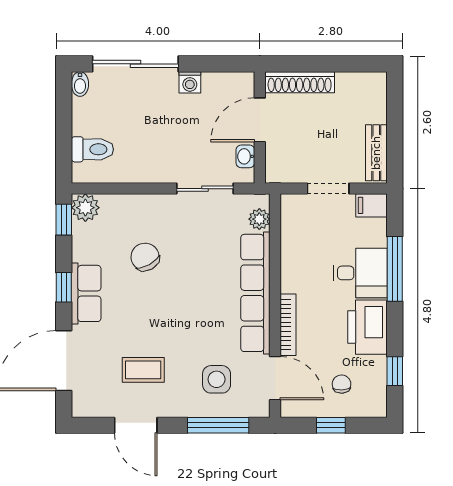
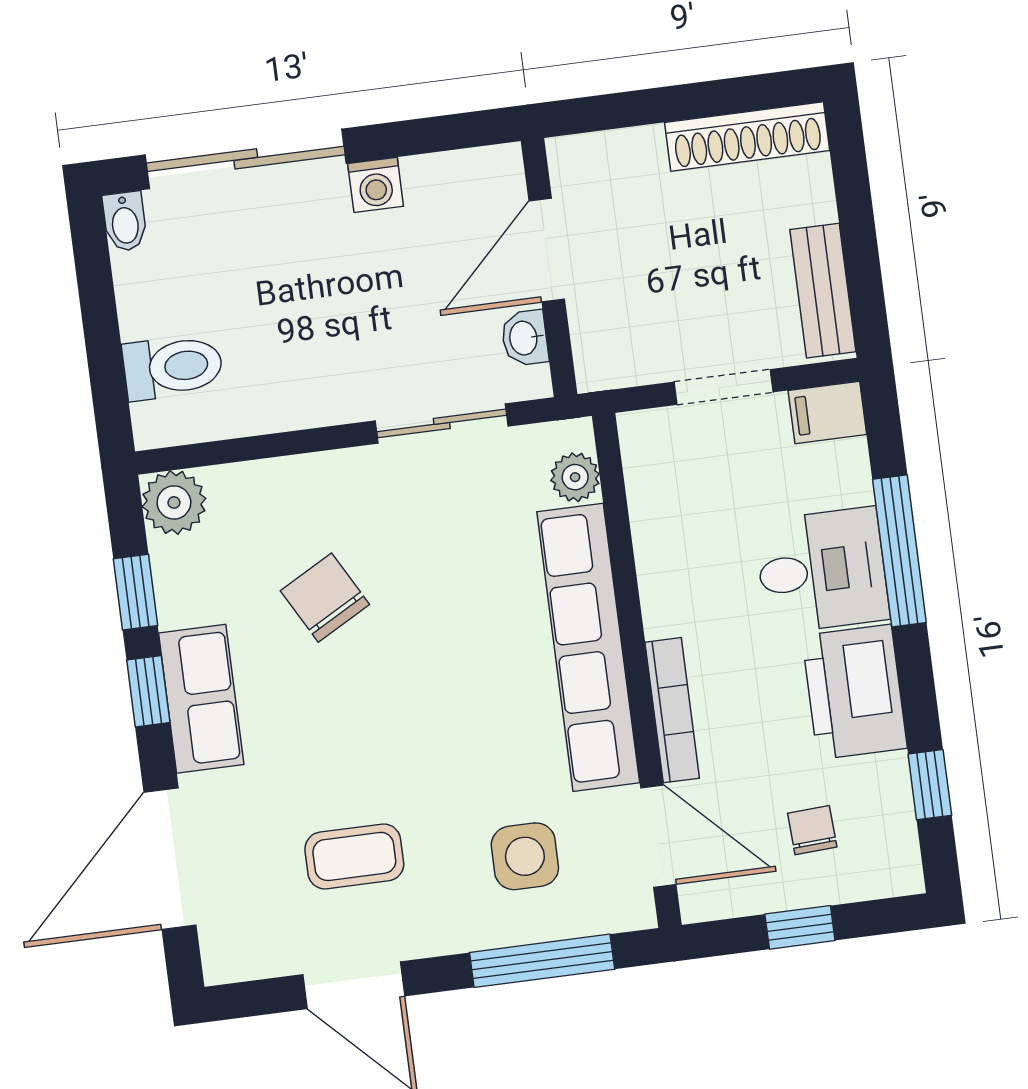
shoe rack: (300, 82) -> (747, 137), moved
window: (64, 220) -> (135, 592), moved

